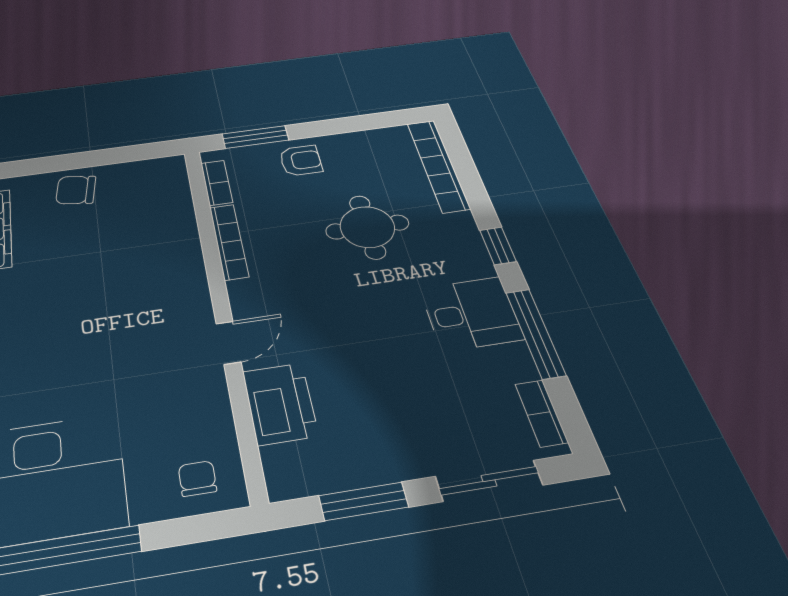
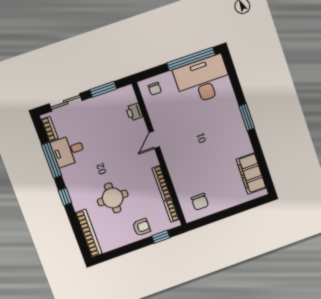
window: (255, 137) -> (161, 237), width x0.67
armchair: (301, 161) -> (141, 227), turned 180
chair: (76, 190) -> (200, 202), moved, turned 81
desk: (471, 314) -> (68, 151), moved
printer: (280, 403) -> (134, 112), width x0.53, depth x0.68

